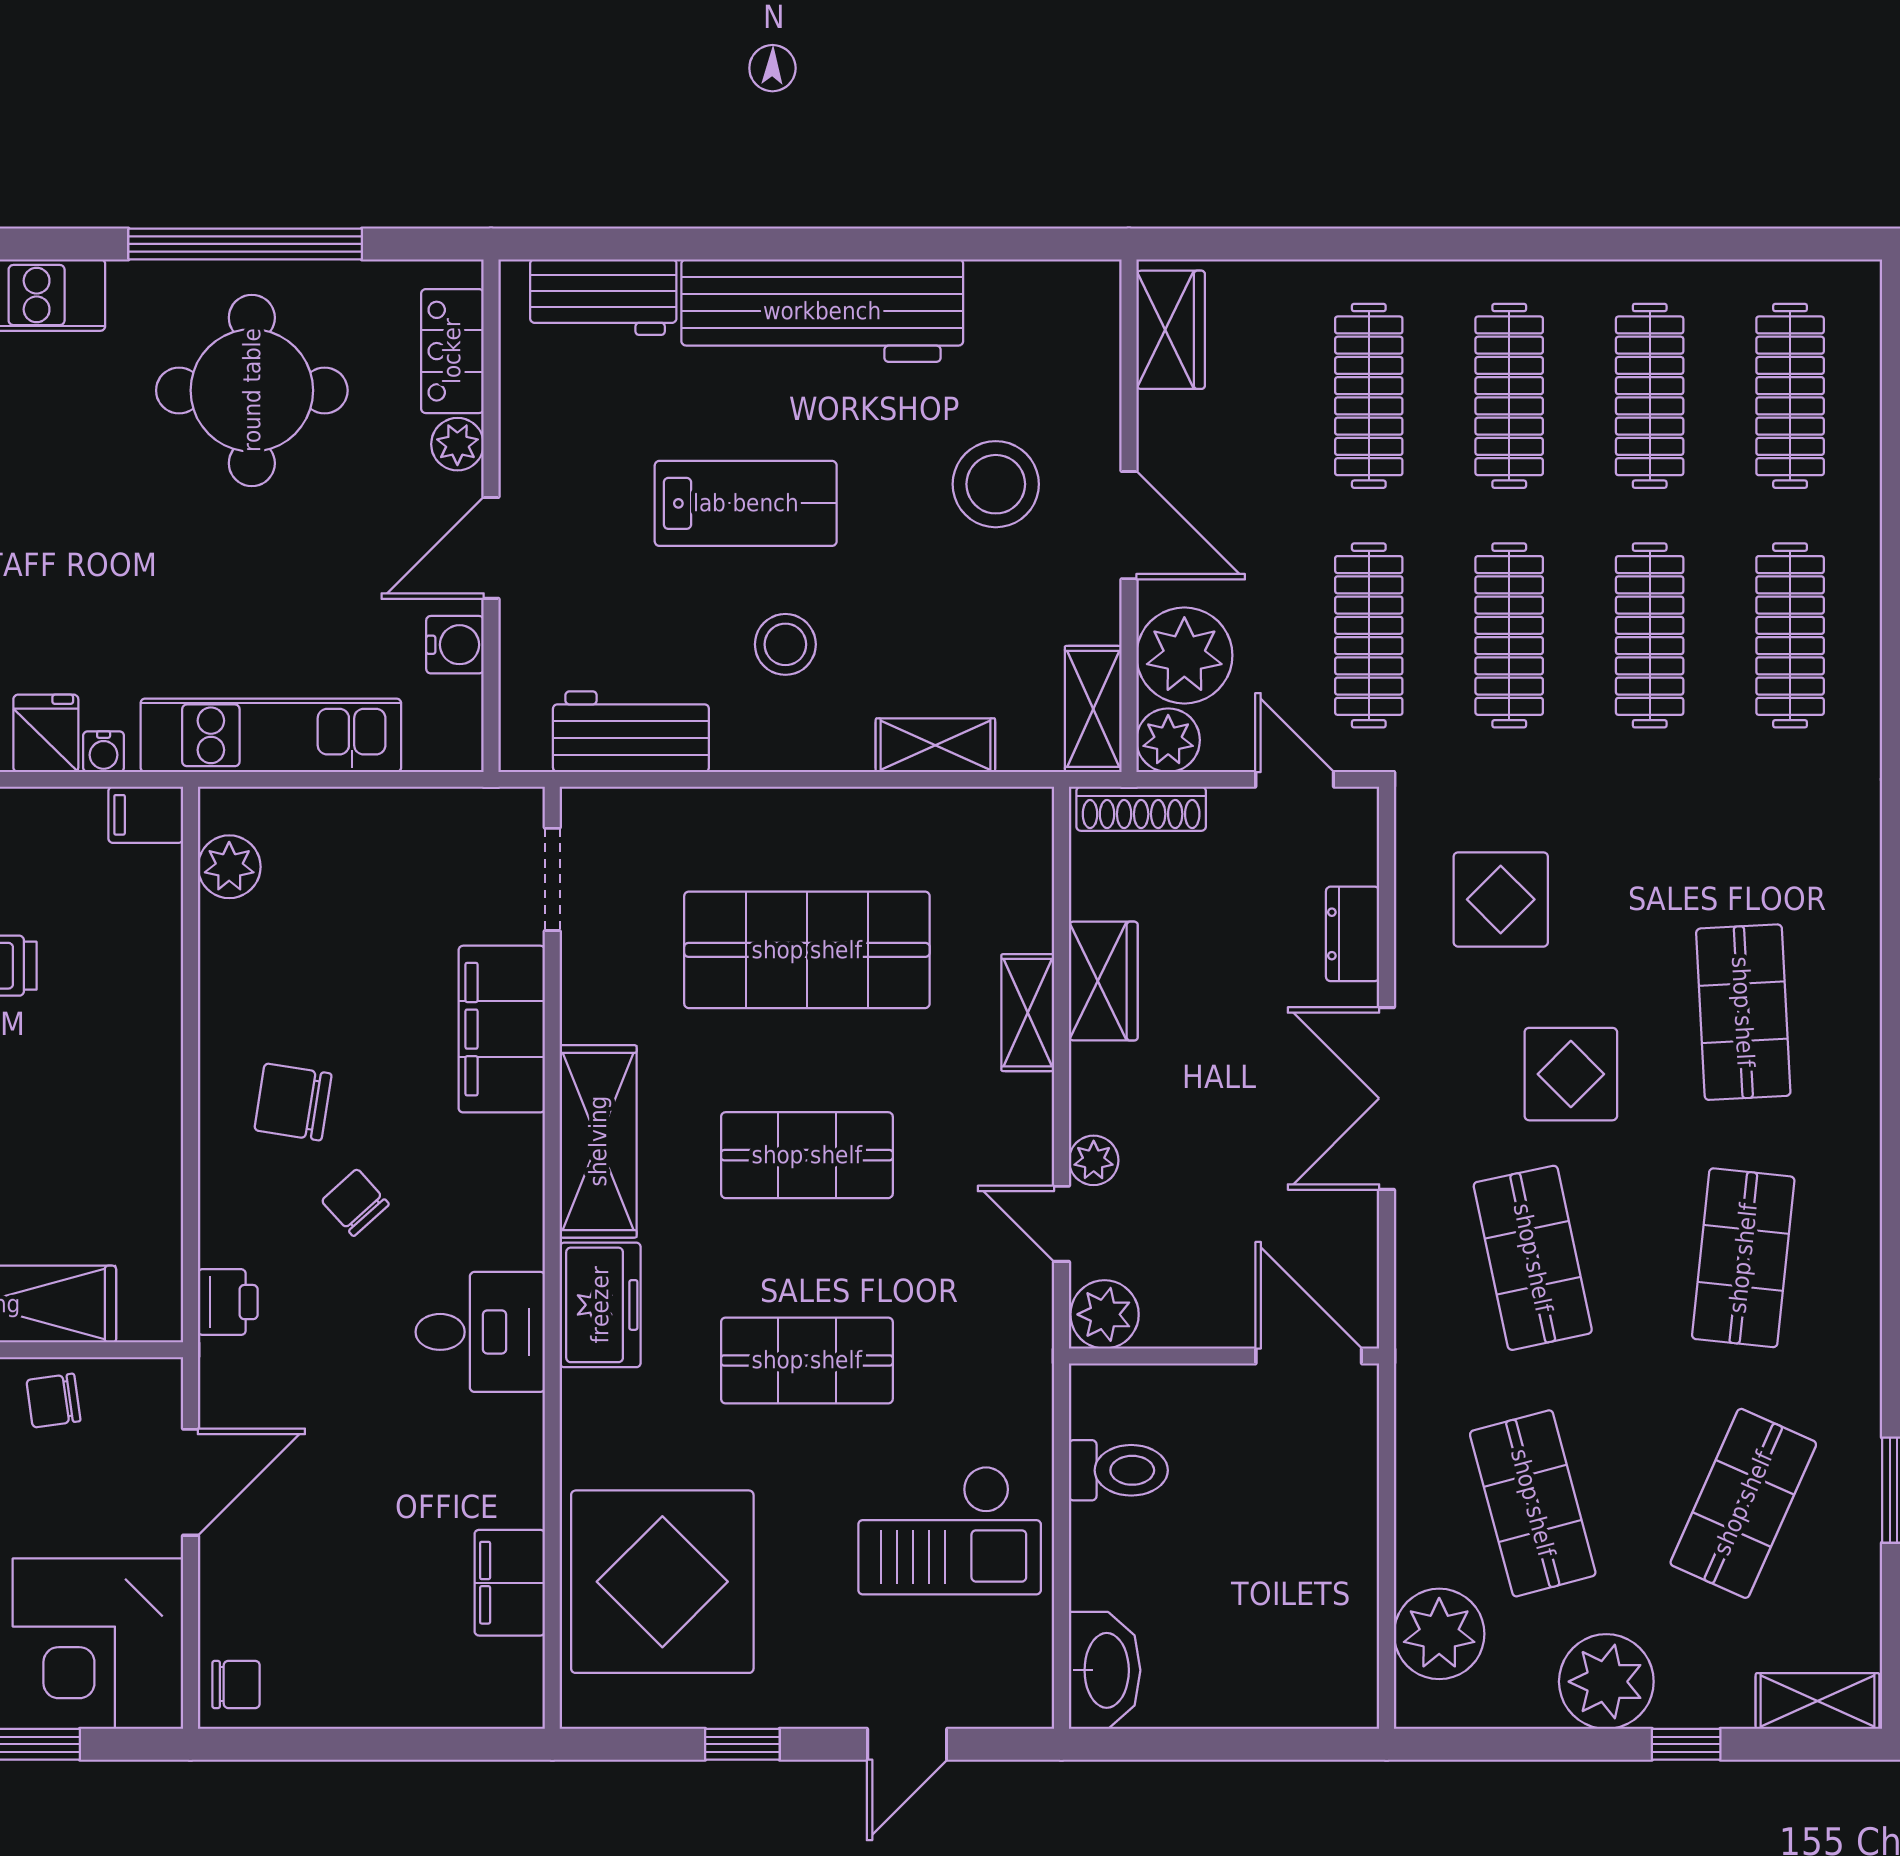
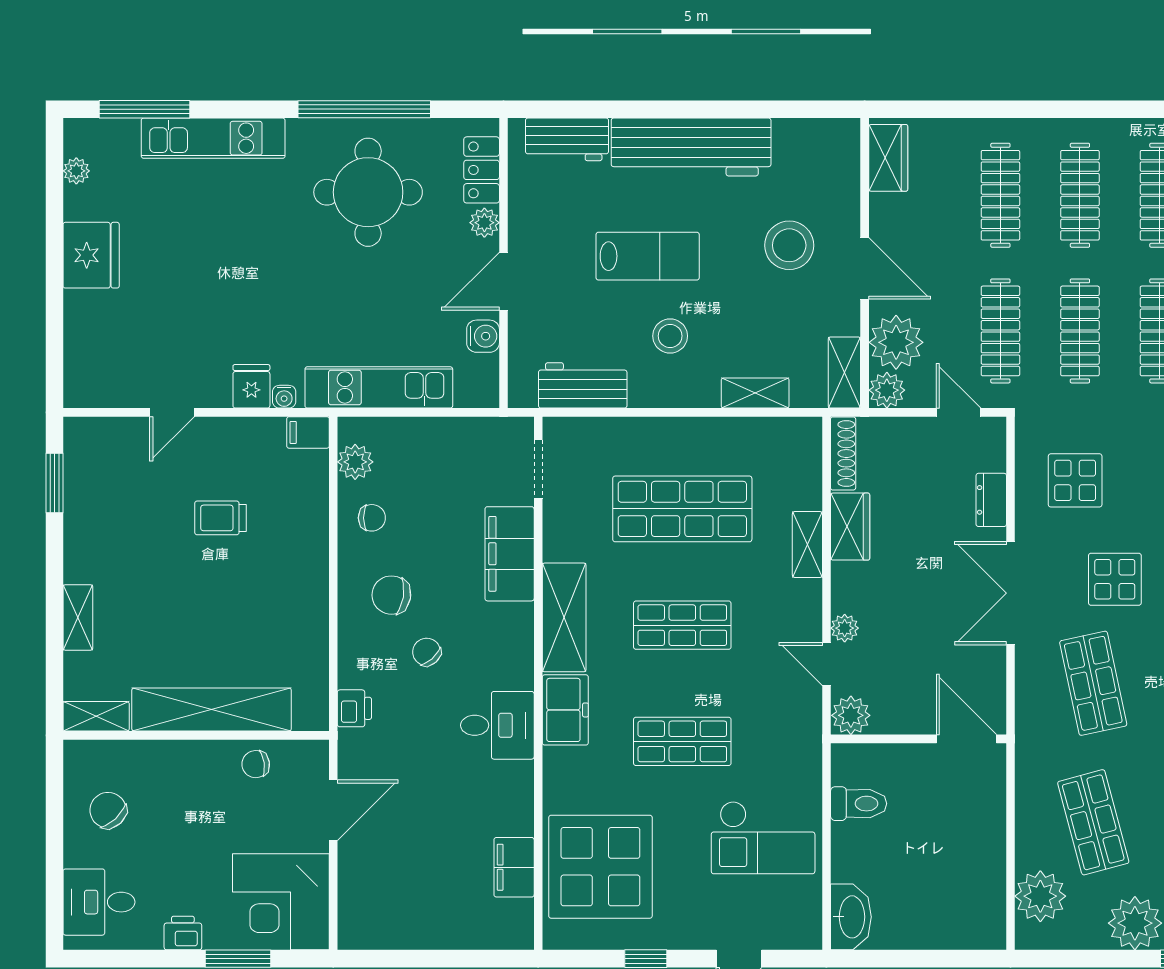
shoe rack: (1141, 809) -> (843, 454), moved, turned -90
chair: (236, 1684) -> (372, 518), moved

